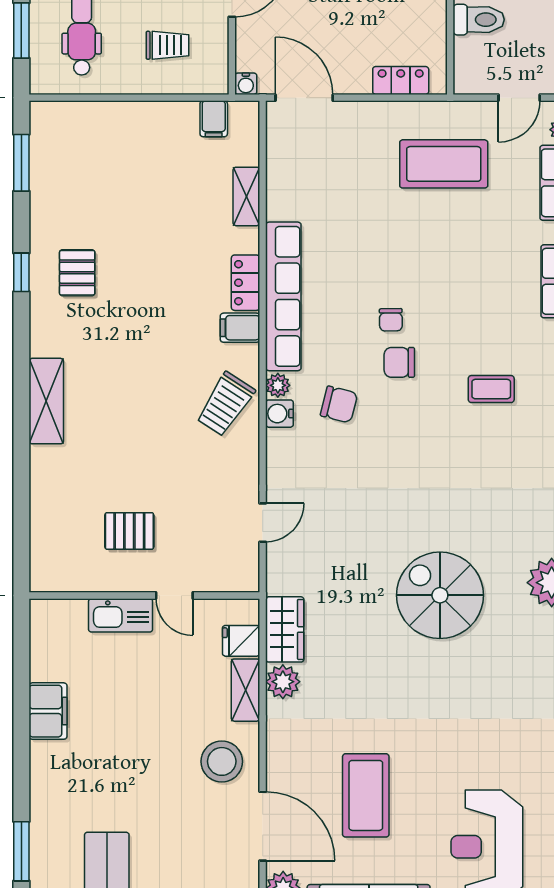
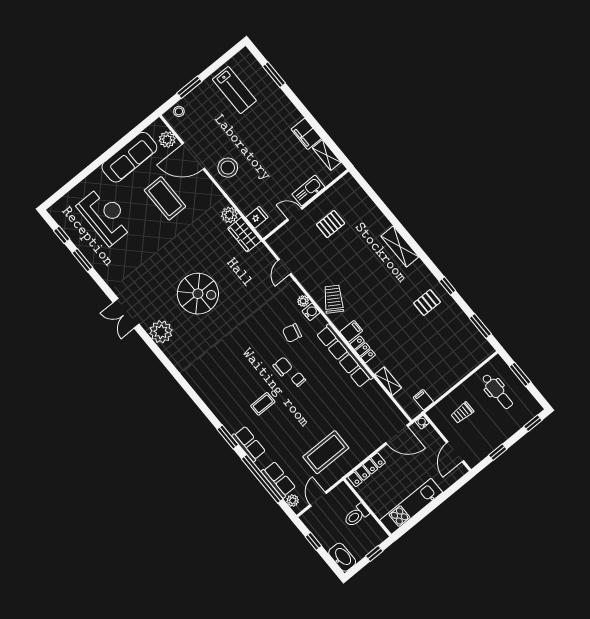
locker: (401, 80) -> (367, 470), width x1.53
pallet: (77, 273) -> (427, 303), turned 90
plant: (278, 385) -> (303, 301), moved
coffee table: (491, 389) -> (263, 404), moved
shelving: (246, 690) -> (327, 155), moved

